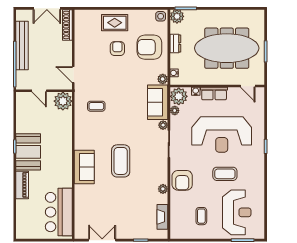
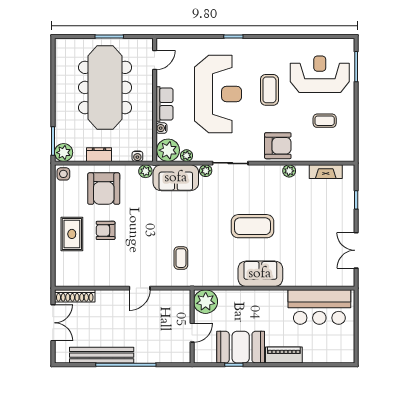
door: (39, 91) -> (192, 333), moved
wall: (44, 91) -> (192, 326), moved
plant: (63, 101) -> (206, 302), moved

